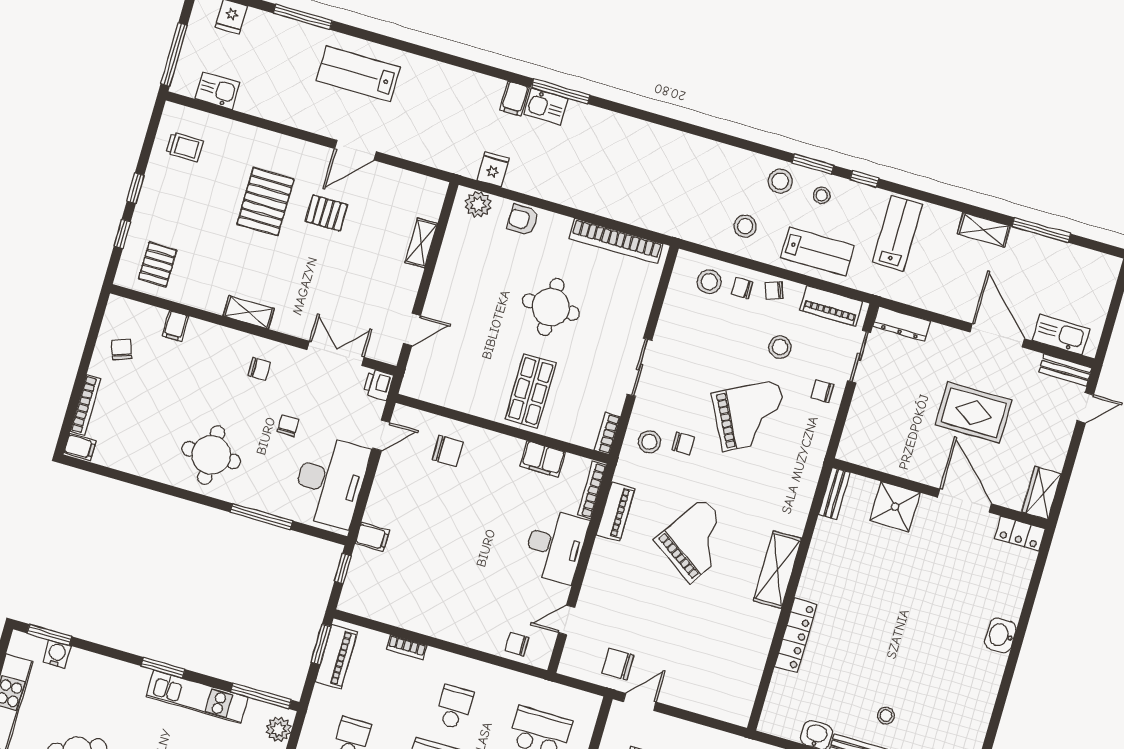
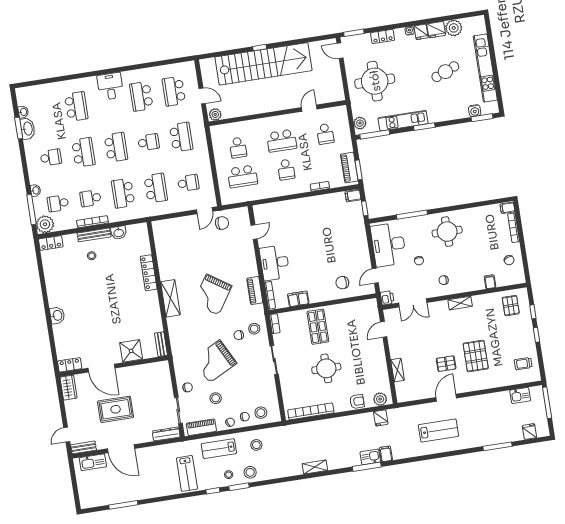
lab bench: (358, 74) -> (438, 430), moved
shelving: (984, 230) -> (315, 467), moved
filing cabinet: (372, 537) -> (353, 196), moved
chair: (517, 644) -> (271, 211), removed

